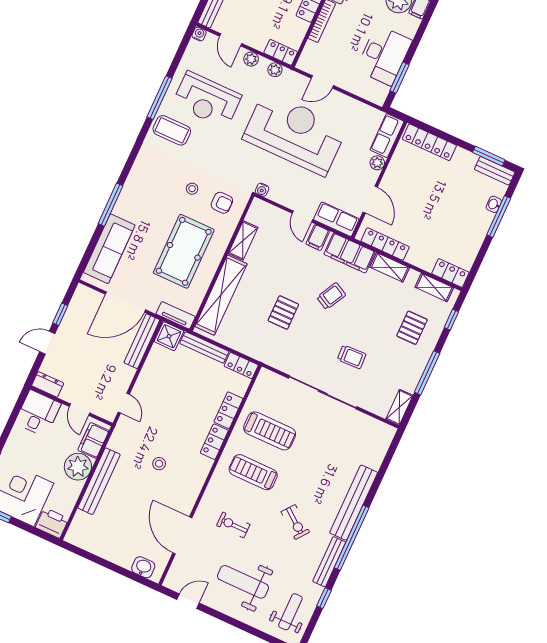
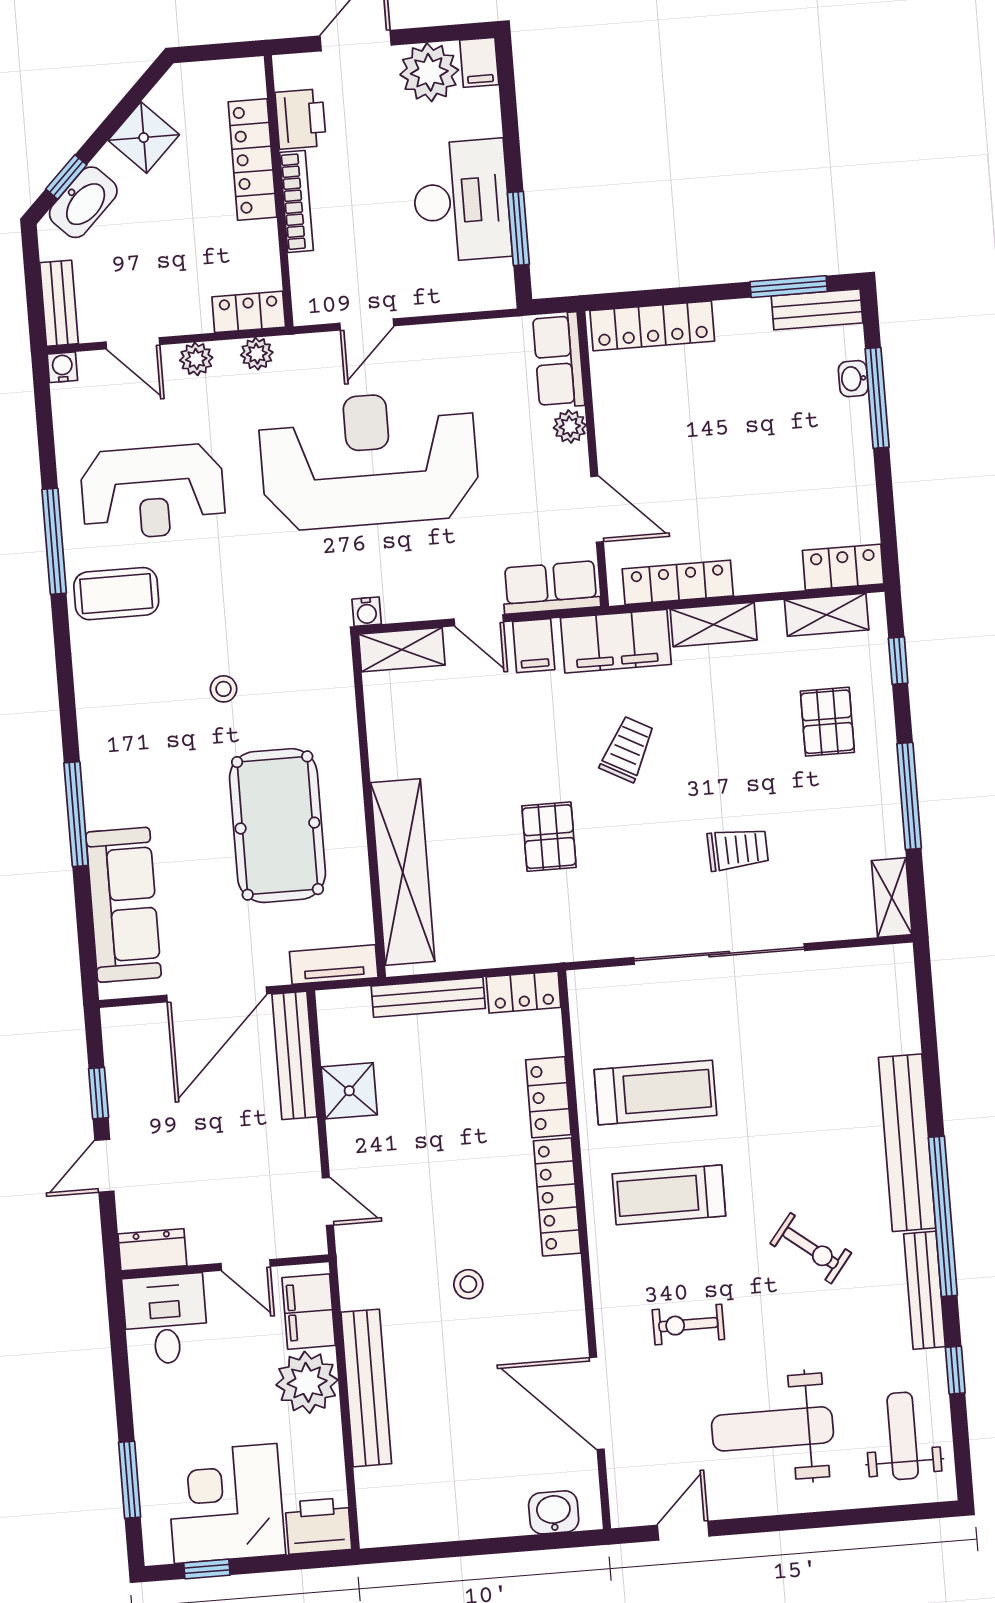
armchair: (222, 203) -> (300, 684), removed
shelving: (243, 240) -> (402, 650), moved, turned 90
shower: (169, 336) -> (349, 1091), moved
locker: (214, 442) -> (557, 1197), width x1.53

